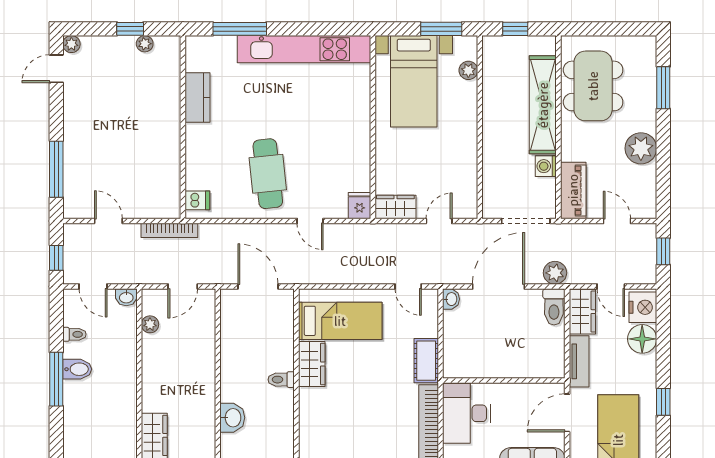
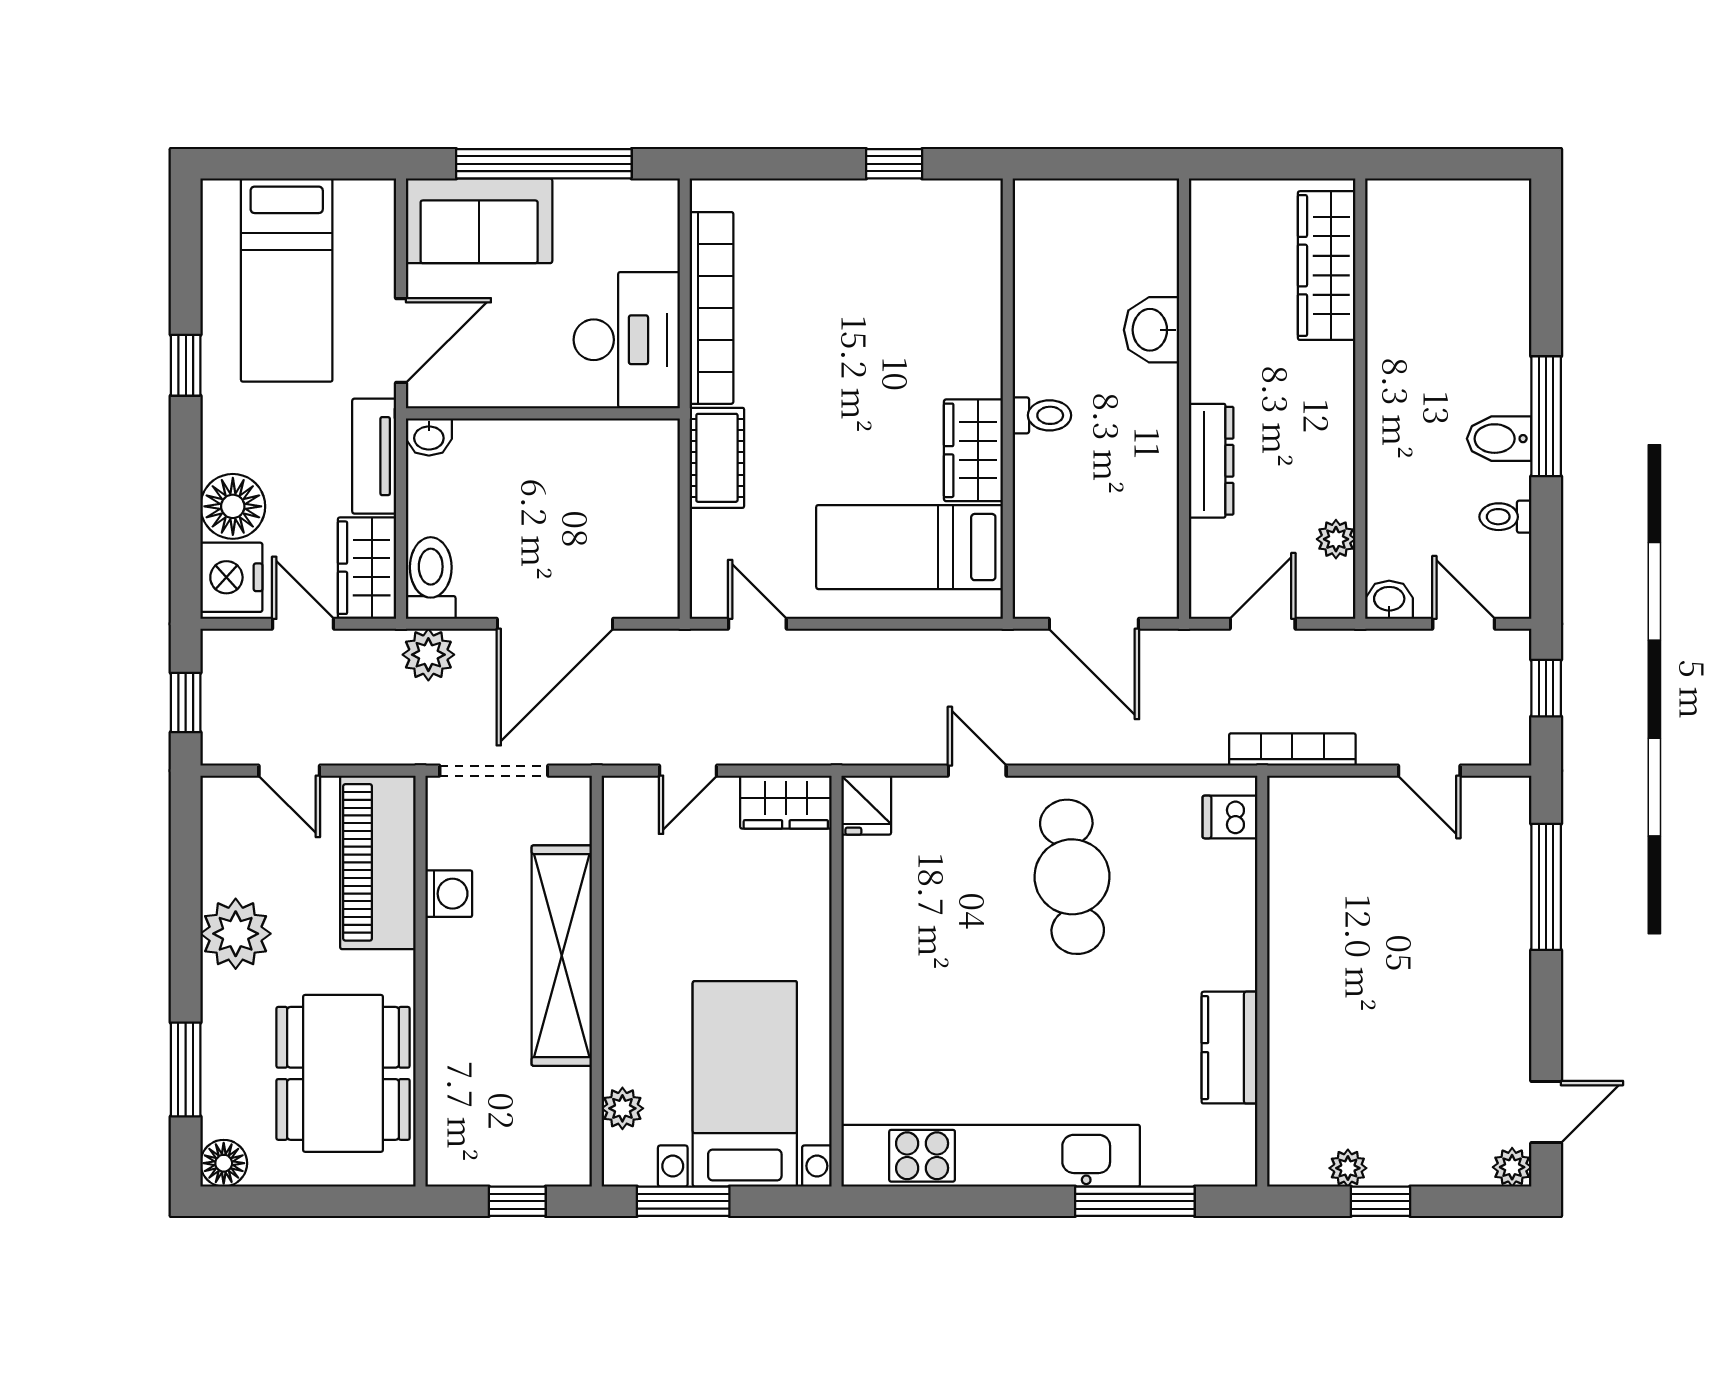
floor lamp: (646, 46) -> (224, 1163), added
shelving: (543, 105) -> (562, 956), moved
piano: (573, 190) -> (378, 862), width x1.37, depth x1.33
washbasin: (451, 299) -> (429, 437), moved, turned -90
dresser: (206, 359) -> (1211, 461), added

